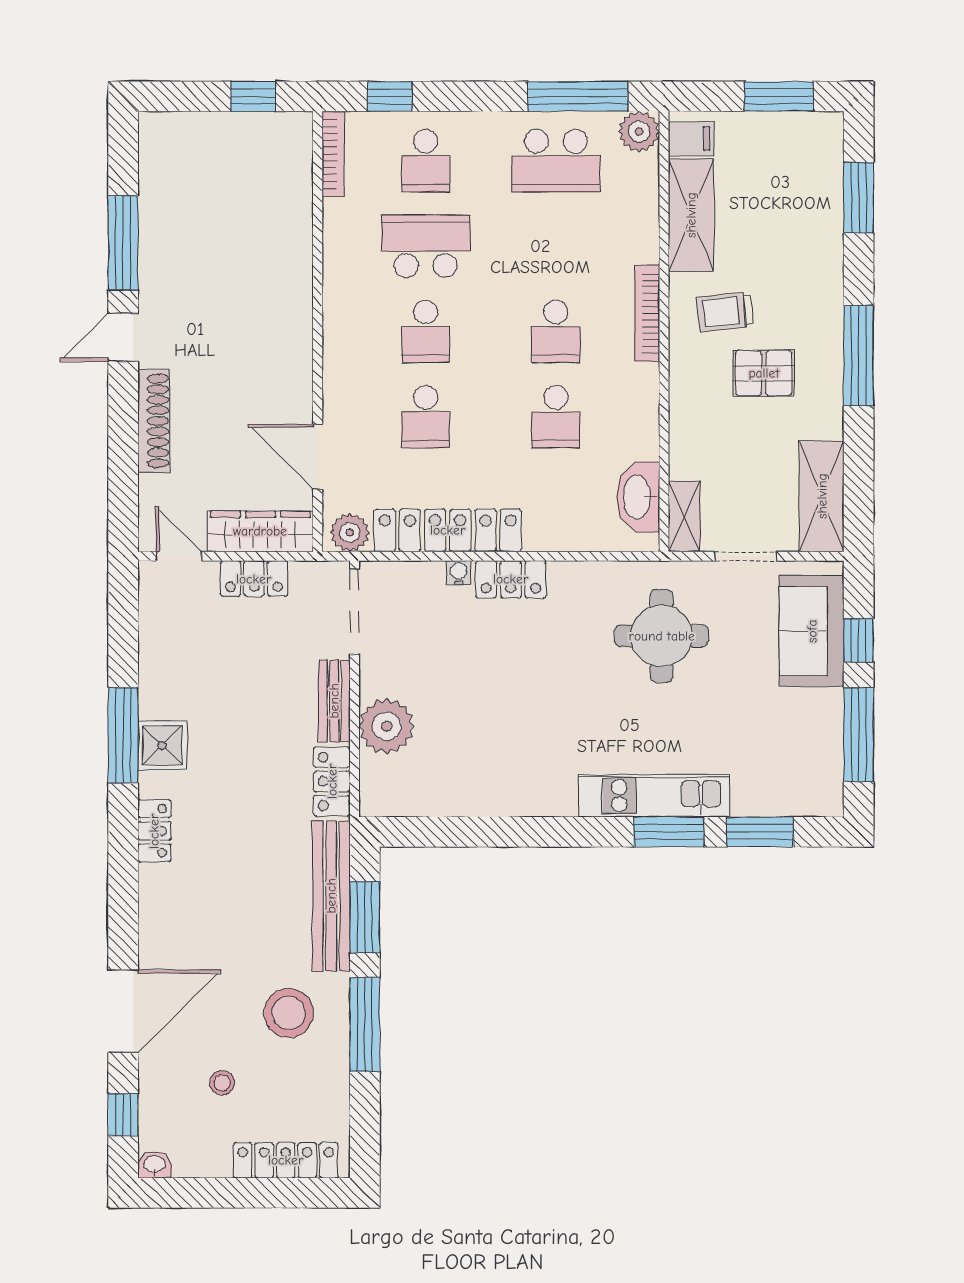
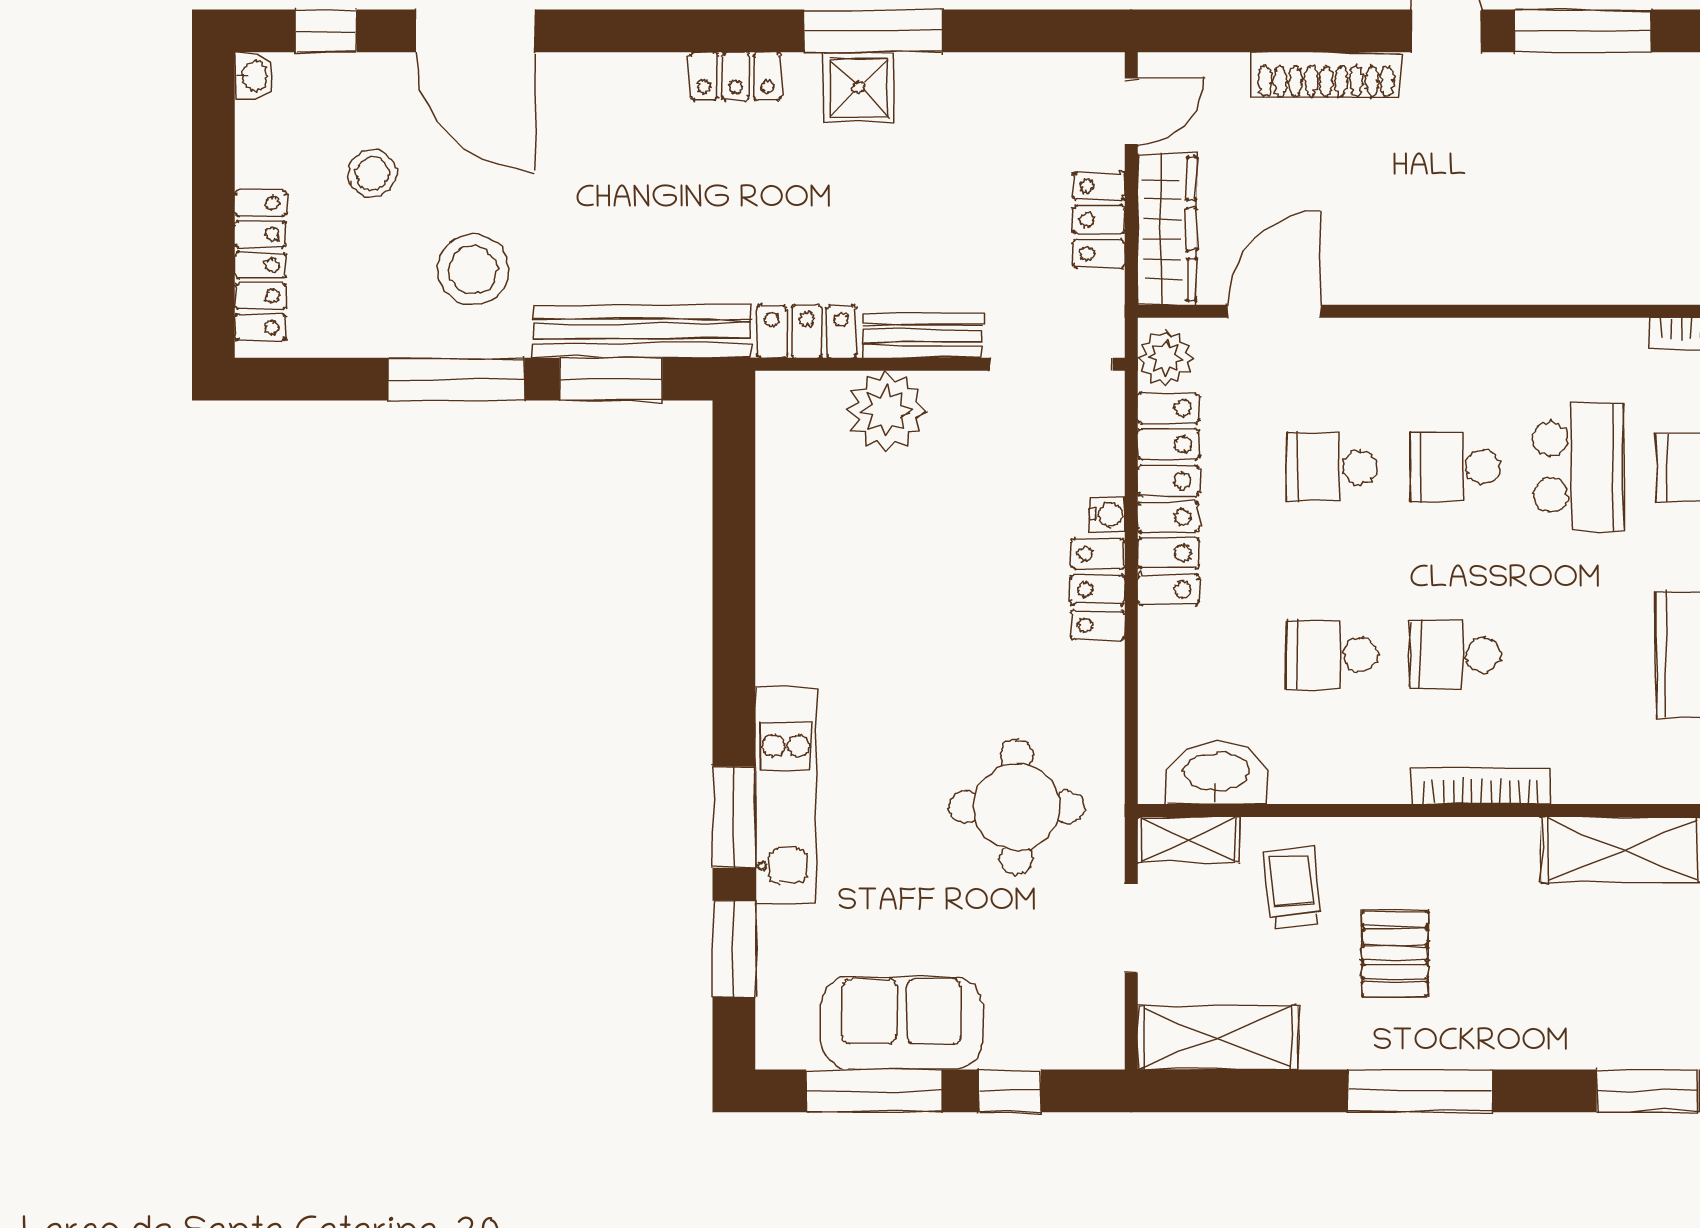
trolley: (725, 312) -> (1292, 887), moved
sofa: (812, 631) -> (902, 1023), moved
stool: (222, 1083) -> (373, 174), width x1.37, depth x1.37

